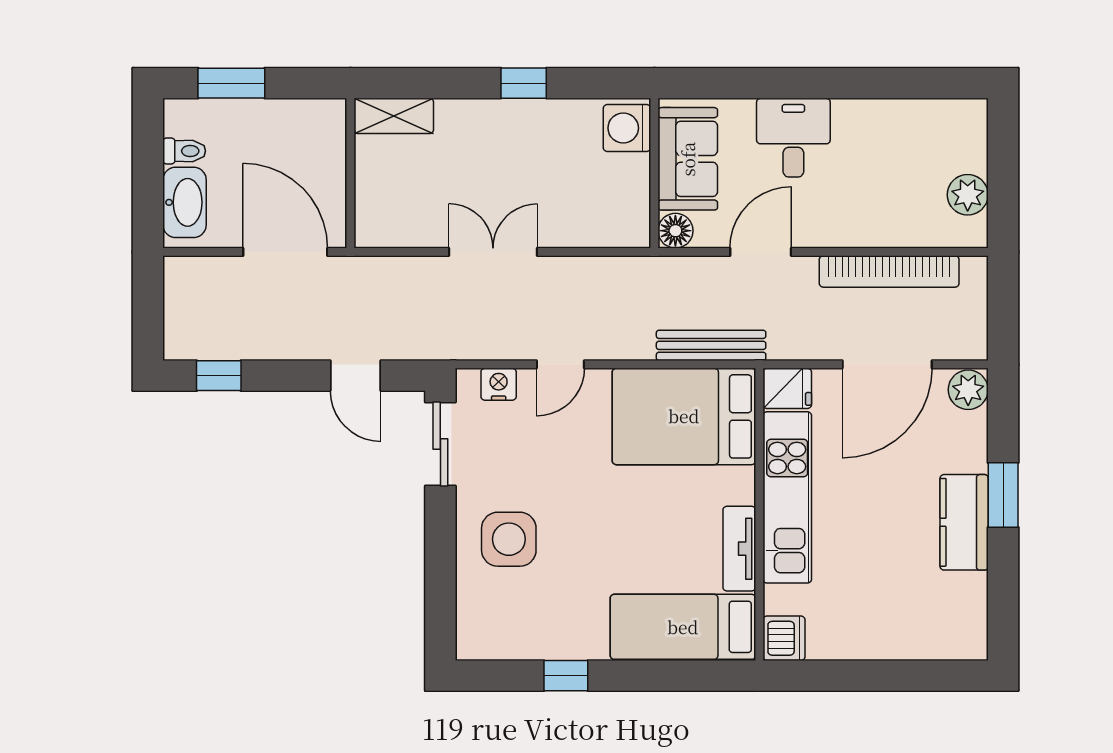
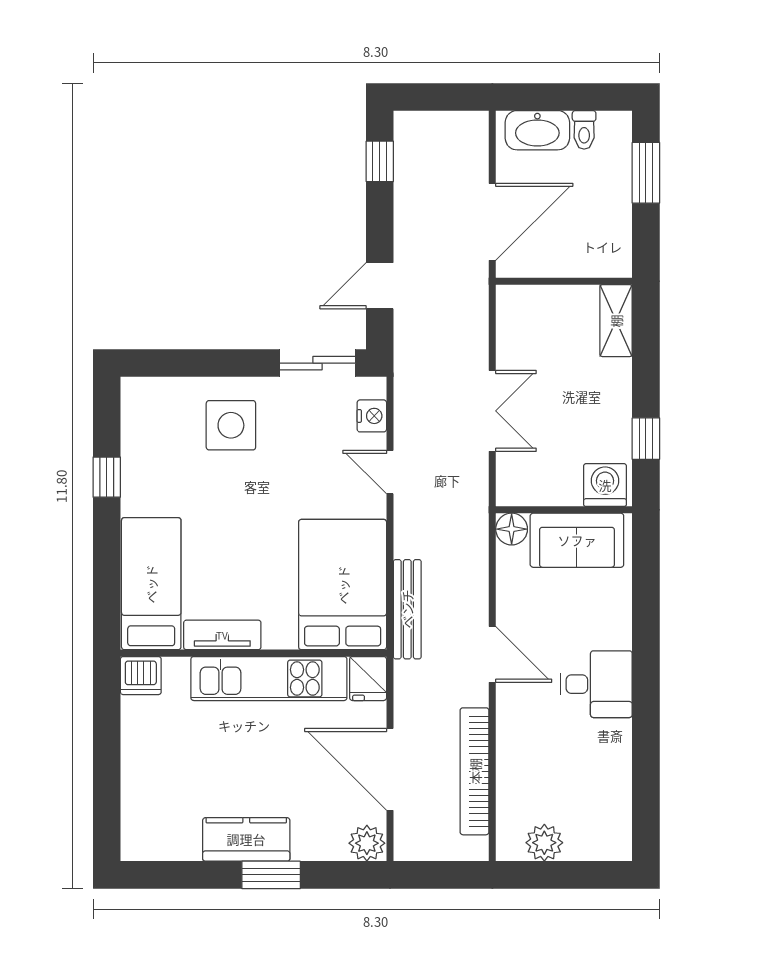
washing machine: (627, 128) -> (605, 485), moved
sofa: (688, 159) -> (577, 540), moved
wall: (654, 173) -> (564, 510), moved
floor lamp: (675, 231) -> (512, 529), moved

